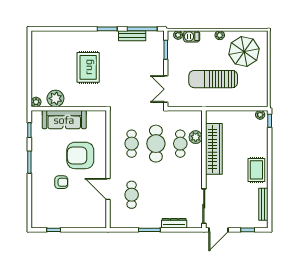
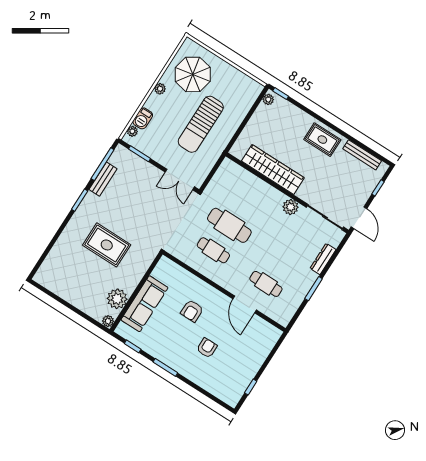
plant: (196, 137) -> (291, 207), moved
cafe table: (180, 144) -> (245, 200), removed
armchair: (80, 155) -> (192, 311), width x0.53, depth x0.53
door: (108, 189) -> (245, 304), hinge flipped

